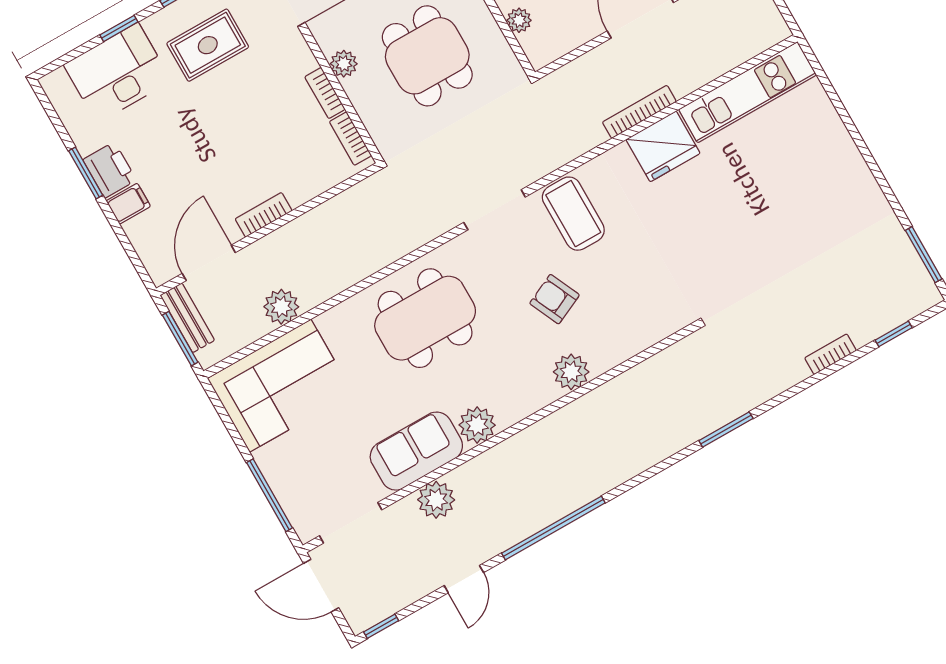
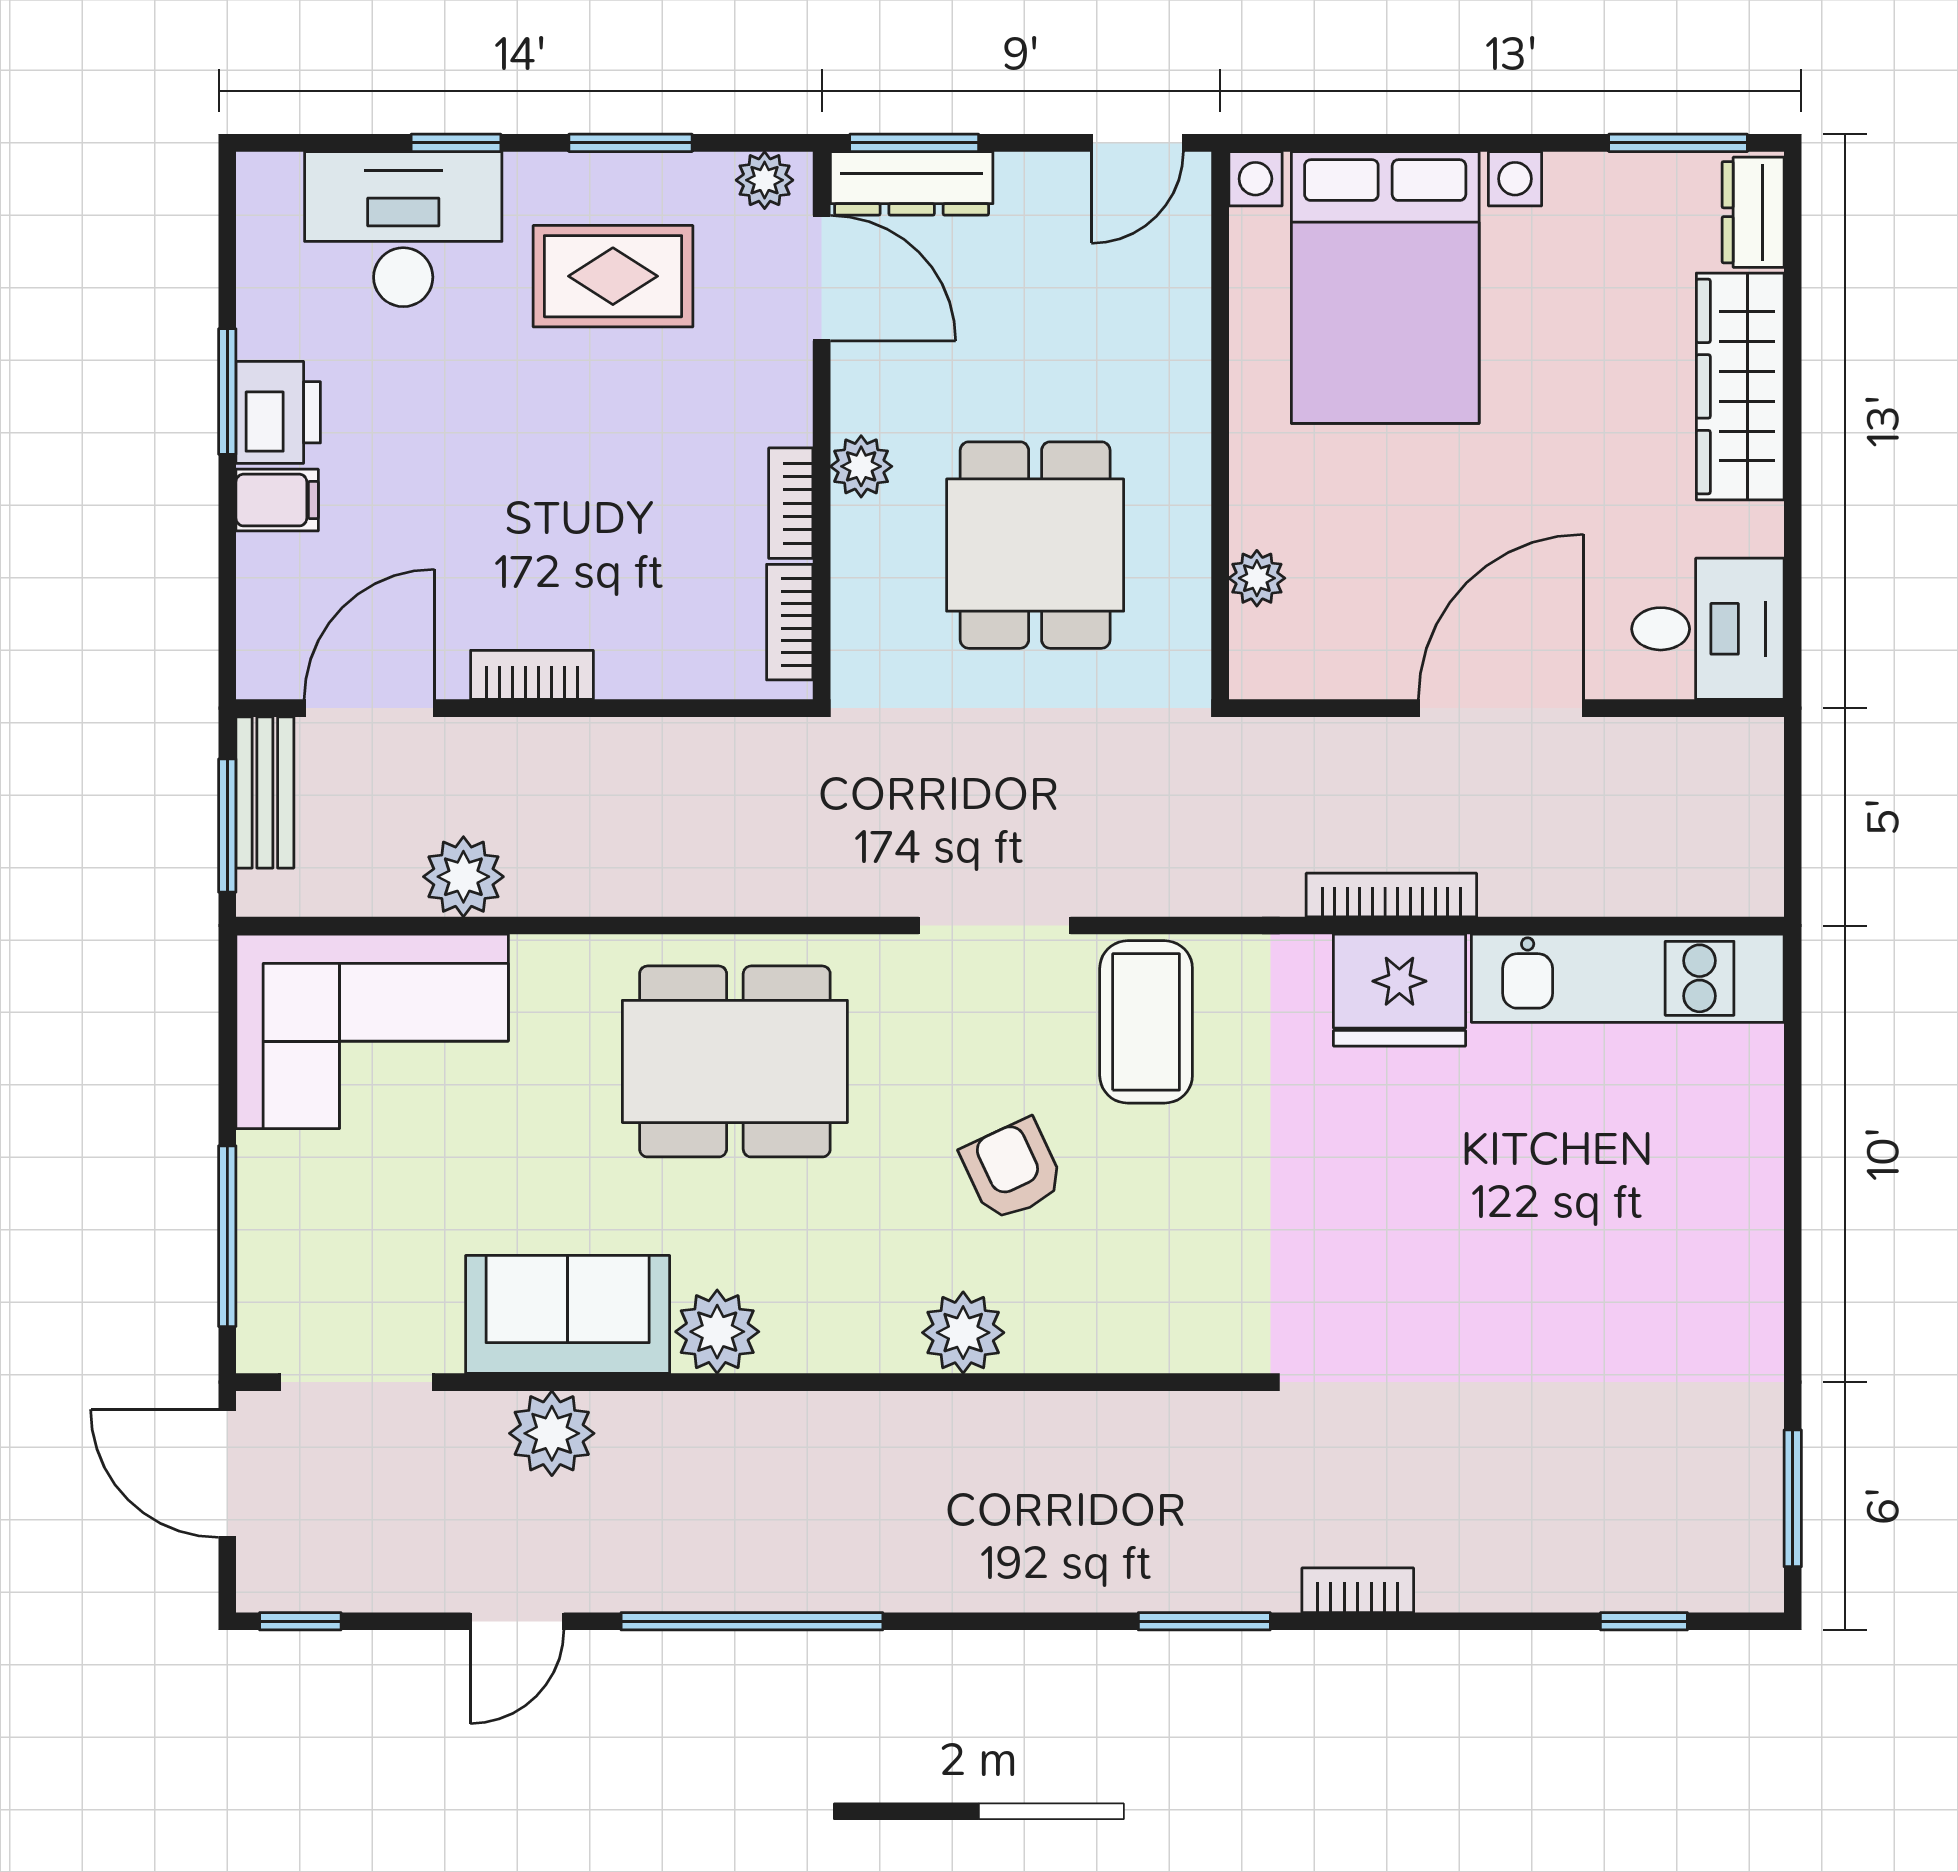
bookcase: (831, 354) -> (1358, 1590), moved

